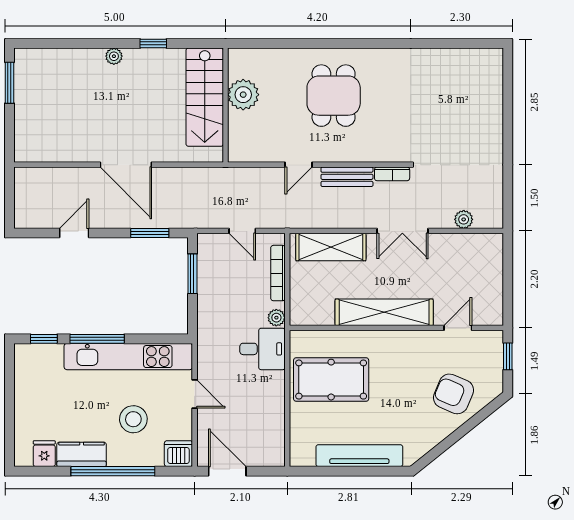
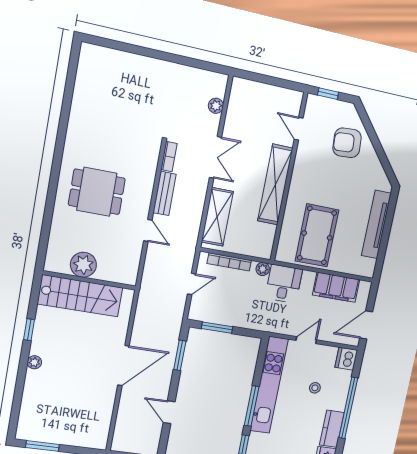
armchair: (453, 394) -> (347, 143), turned 63
stool: (133, 419) -> (315, 388), width x0.53, depth x0.53
filing cabinet: (270, 419) -> (336, 287), added

